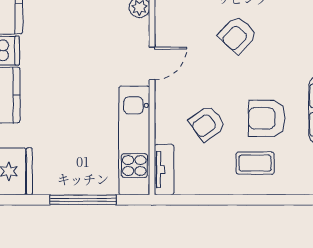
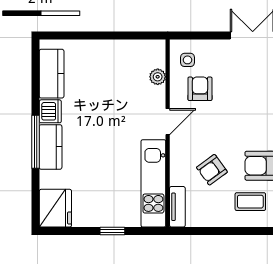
armchair: (238, 35) -> (200, 89), moved, turned 137
window: (83, 200) -> (112, 231), width x0.46

